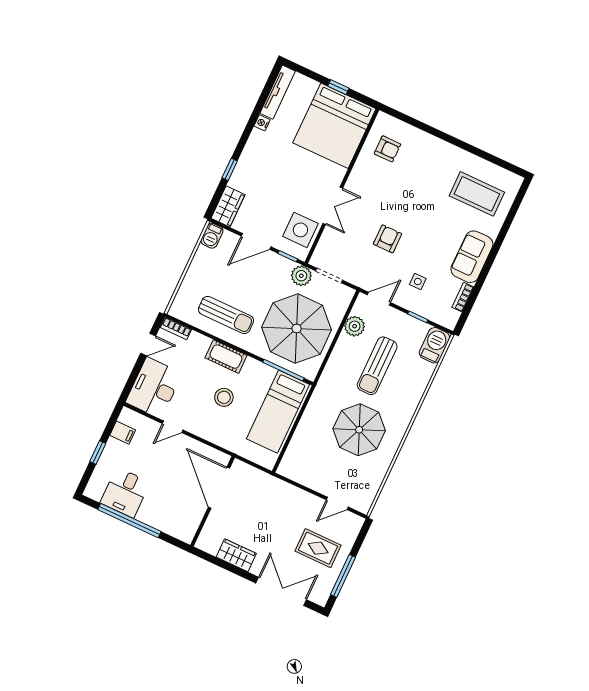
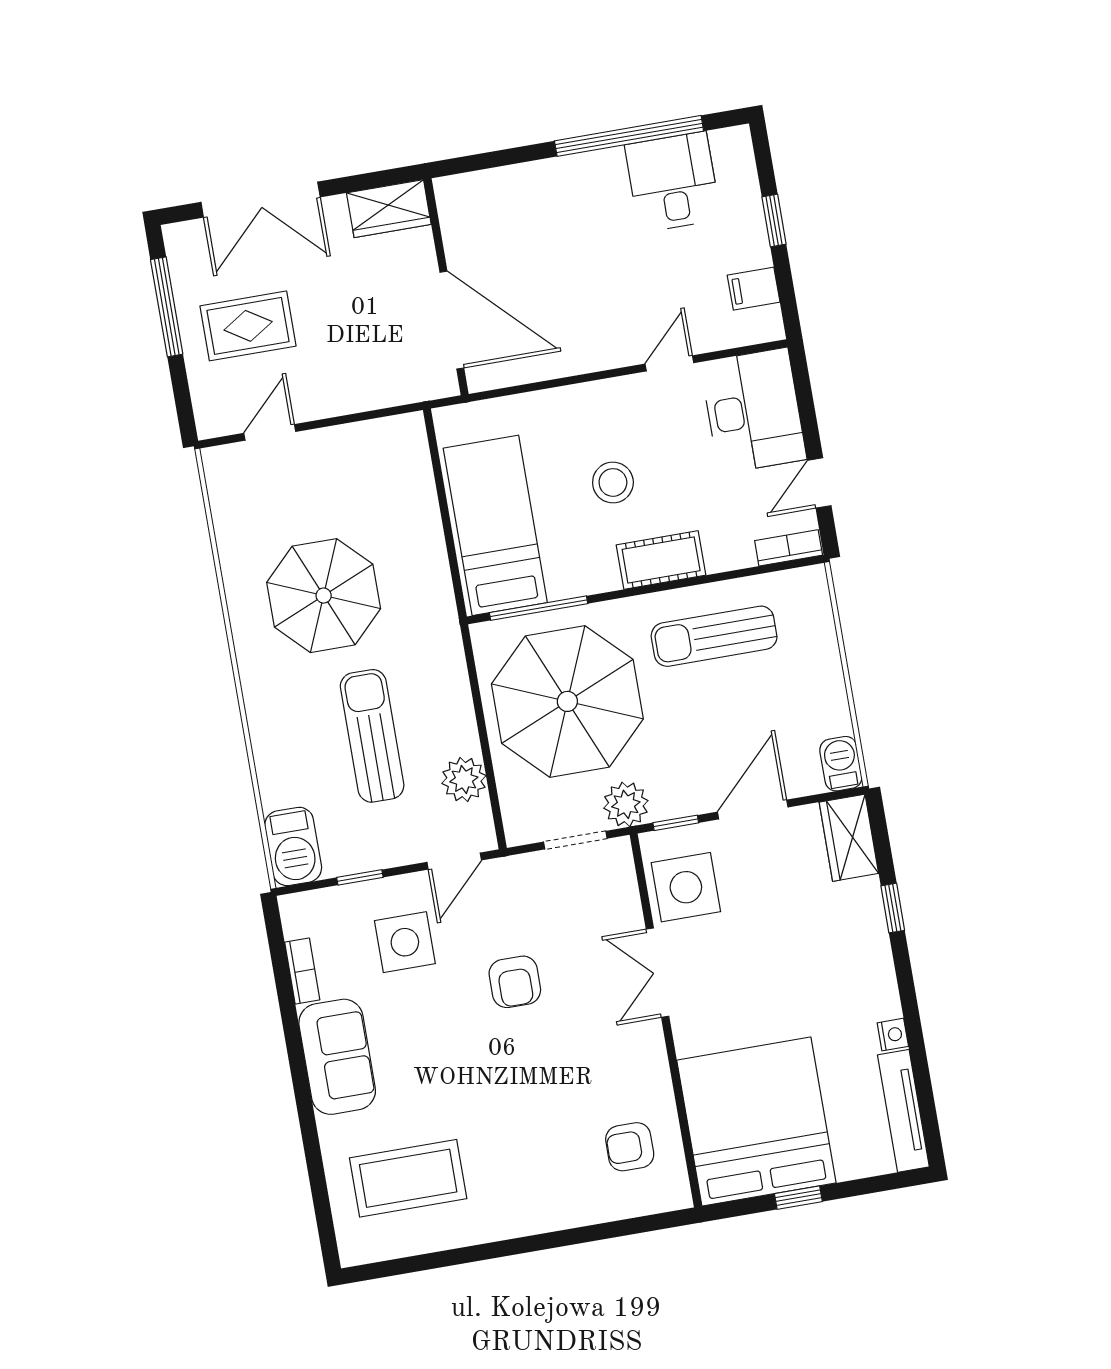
side table: (418, 282) -> (405, 942), width x1.87, depth x1.87
door: (219, 488) -> (452, 320), moved
wall: (213, 501) -> (446, 287), moved

